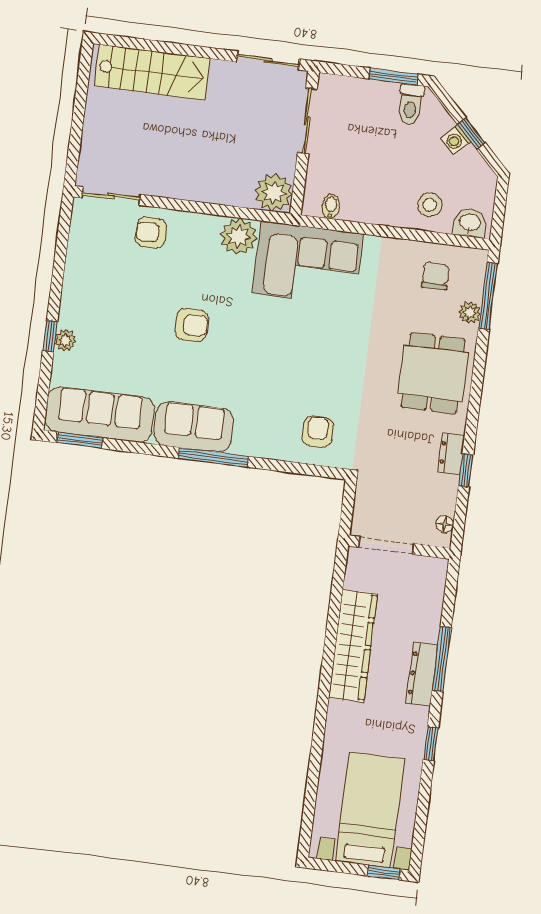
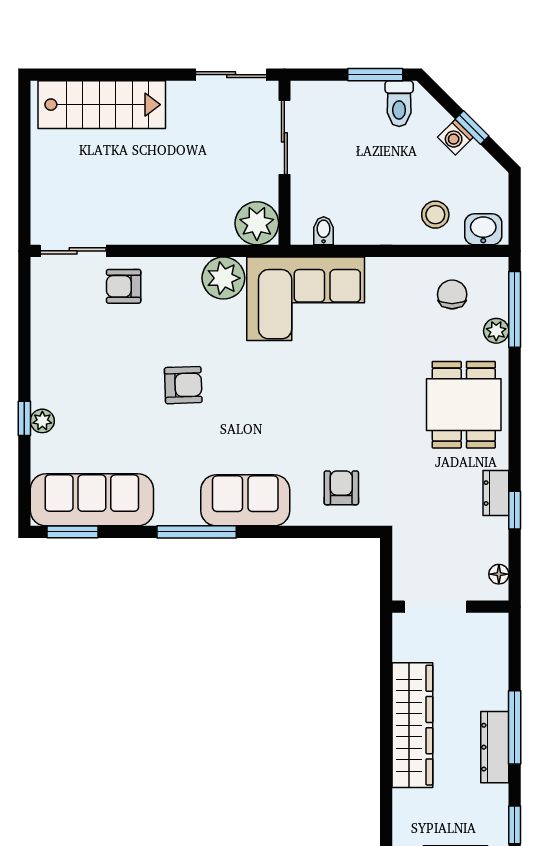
sofa: (194, 427) -> (245, 500), moved
window: (213, 457) -> (197, 532), moved

